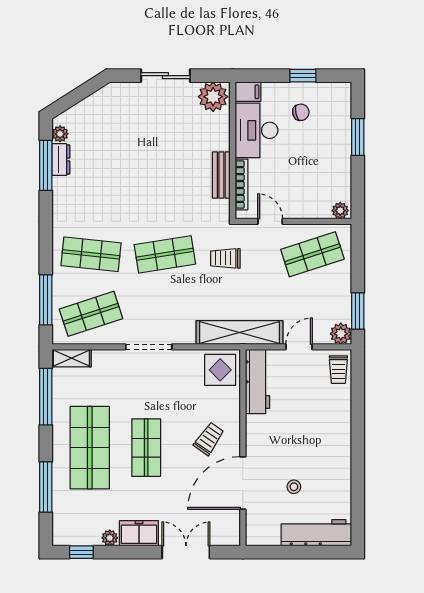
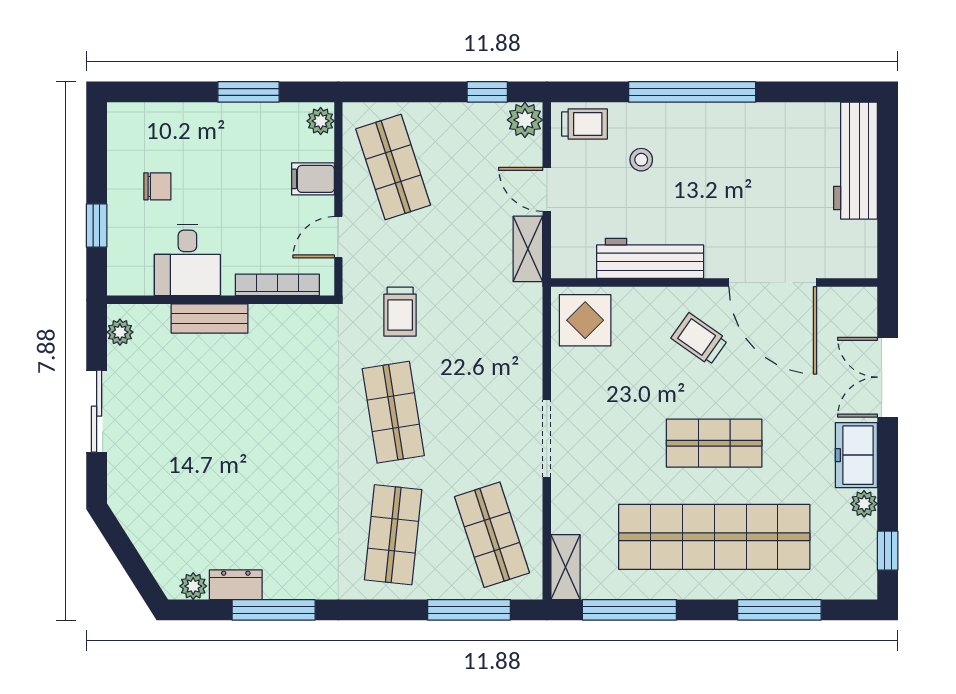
window: (303, 76) -> (97, 226), moved
filing cabinet: (248, 92) -> (313, 179), moved, turned -90
plant: (213, 97) -> (120, 332), width x0.53, depth x0.53
chair: (301, 112) -> (157, 186), turned 102
desk: (256, 130) -> (187, 260), width x0.73
window: (358, 137) -> (248, 92), moved
window: (46, 165) -> (274, 610), moved
bench: (221, 175) -> (209, 318), moved
window: (358, 311) -> (487, 92), width x0.67
shelving: (239, 332) -> (528, 249), width x0.45, depth x0.75
workbench: (257, 381) -> (650, 258), moved
window: (358, 434) -> (692, 92), added
shop shelf: (90, 448) -> (714, 537), width x1.40
stool: (294, 487) -> (641, 160), moved

